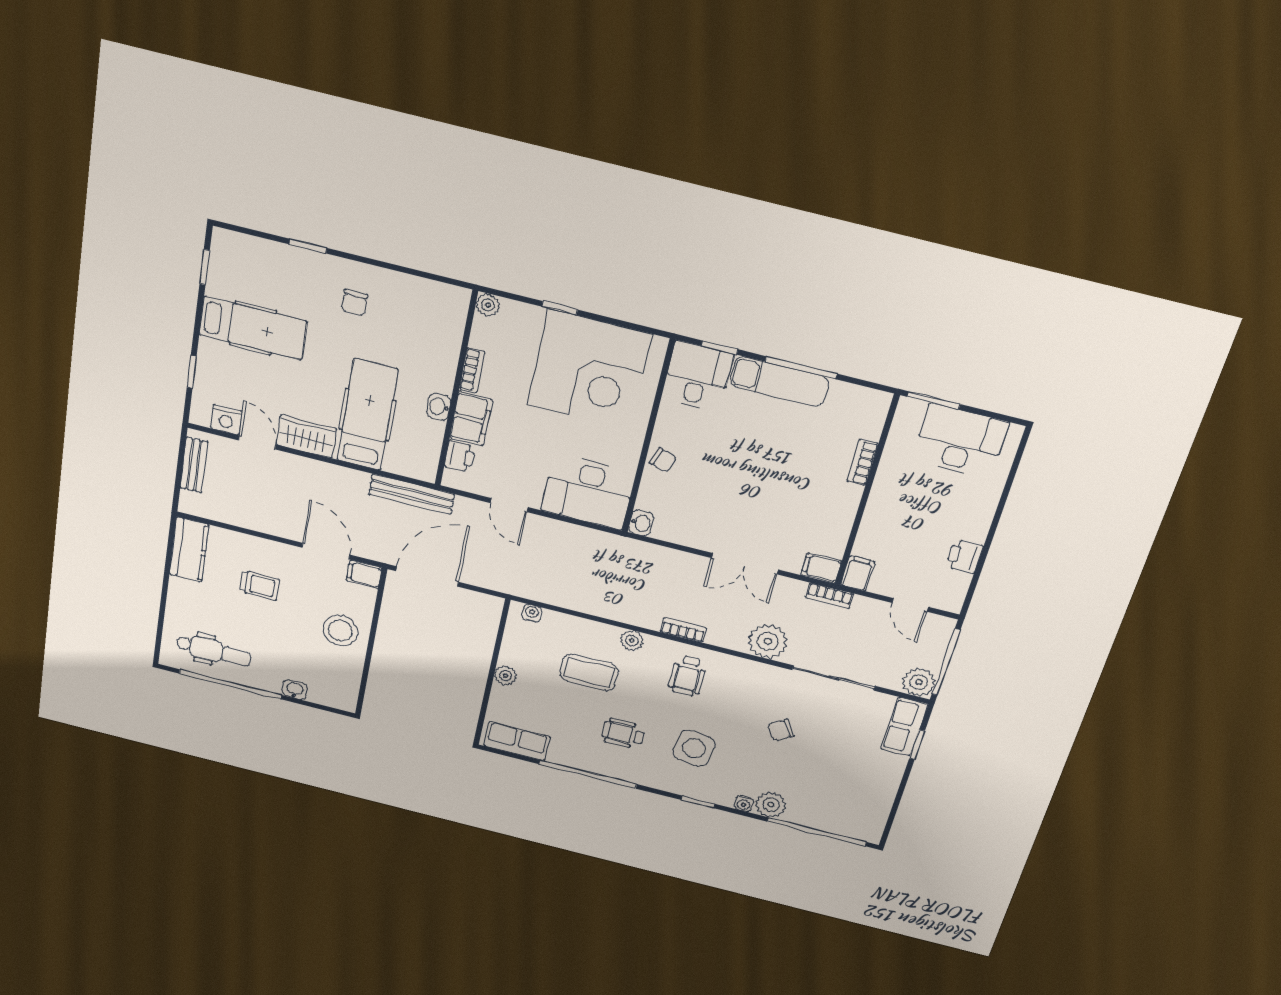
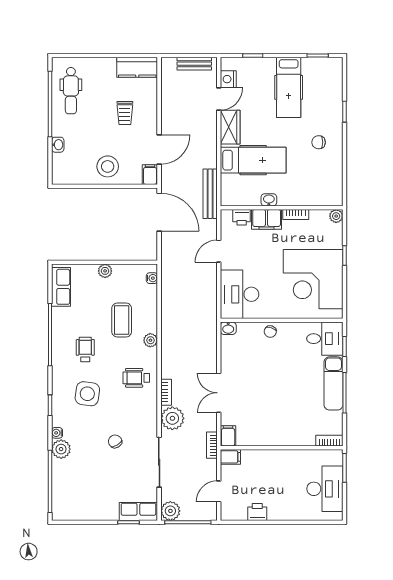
bookcase: (863, 462) -> (329, 441), moved
bookcase: (683, 630) -> (166, 392), moved

